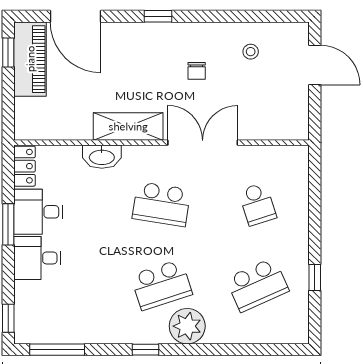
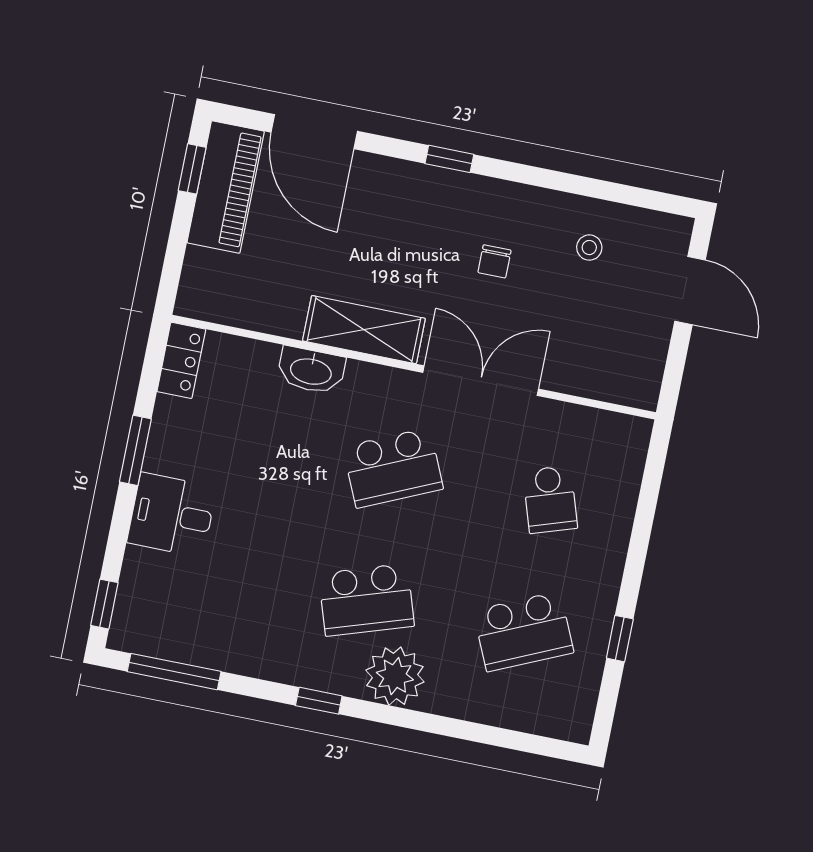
school desk: (161, 204) -> (393, 468), turned -33
desk: (38, 212) -> (189, 440), removed

